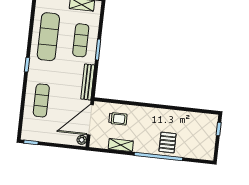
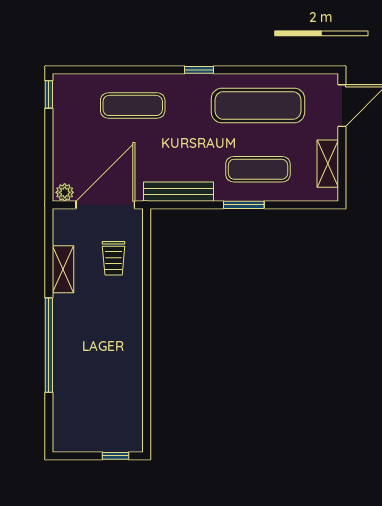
door: (90, 120) -> (105, 205), hinge flipped
pallet: (168, 143) -> (78, 360), removed

